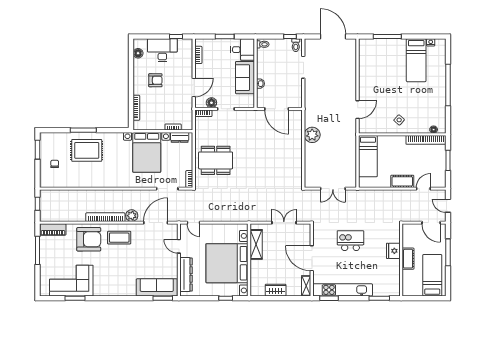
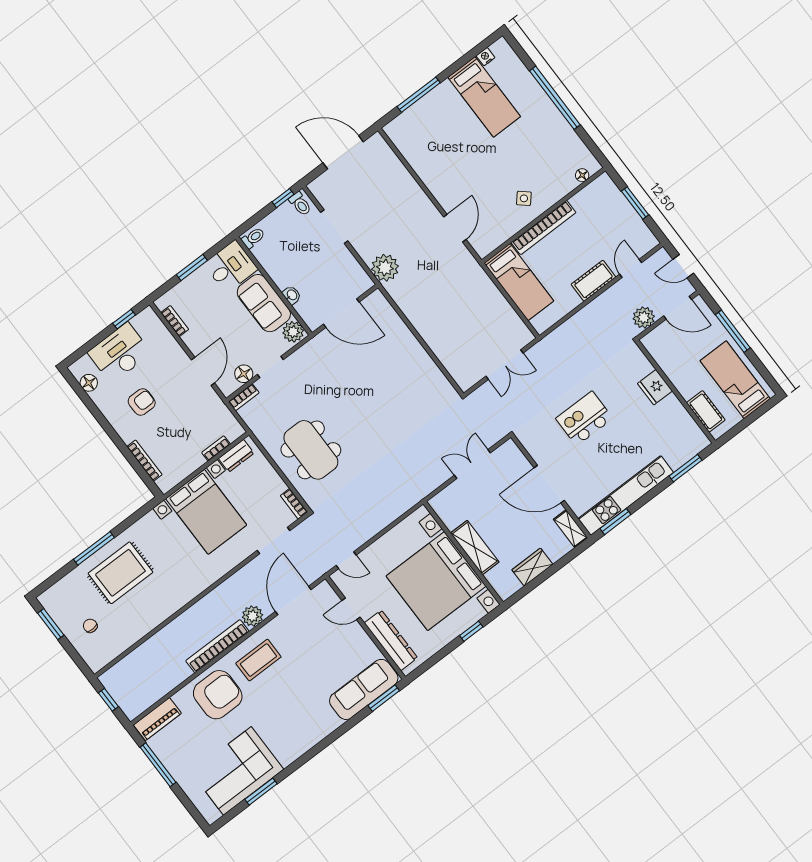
plant: (248, 101) -> (293, 332), added
plant: (312, 135) -> (385, 268), moved
bookcase: (426, 140) -> (544, 228), moved
dining table: (216, 160) -> (311, 450), turned 90
plant: (412, 215) -> (644, 317), added
shelving: (256, 244) -> (475, 548), moved
cot: (408, 259) -> (706, 411), moved

